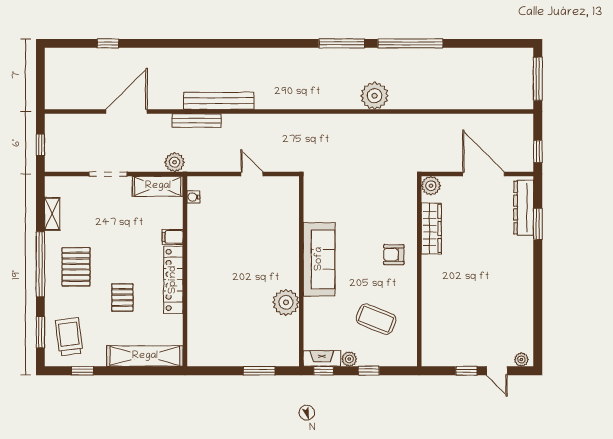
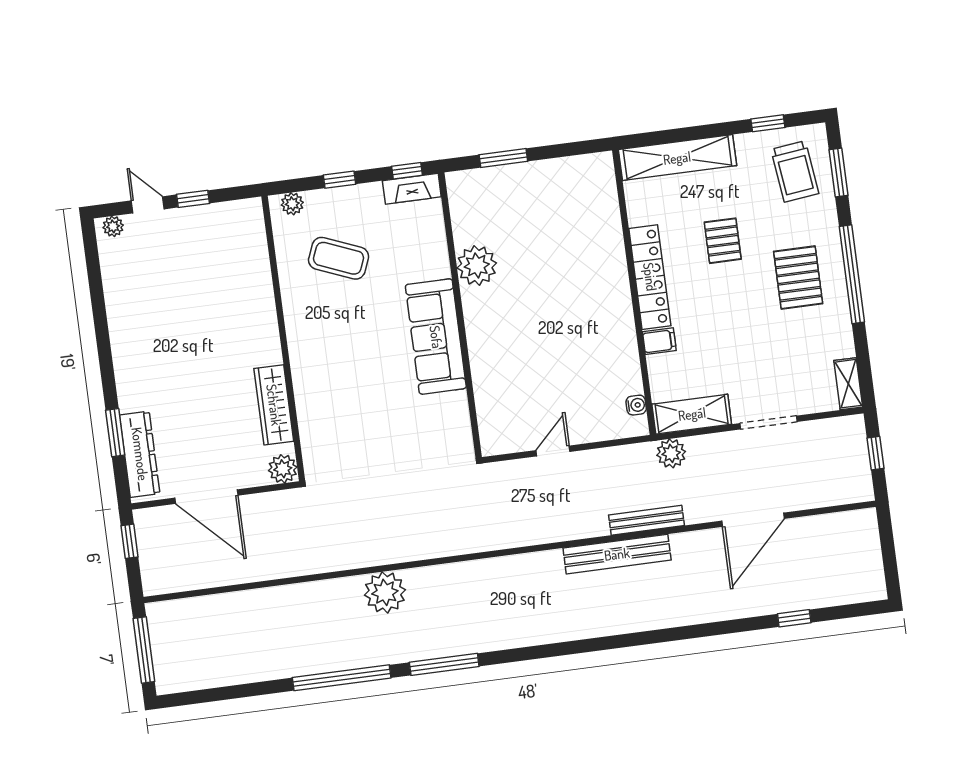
door: (252, 174) -> (553, 451), swing flipped
shelving: (52, 214) -> (848, 384), moved
armchair: (394, 255) -> (325, 358), removed
plant: (349, 359) -> (292, 204), moved

